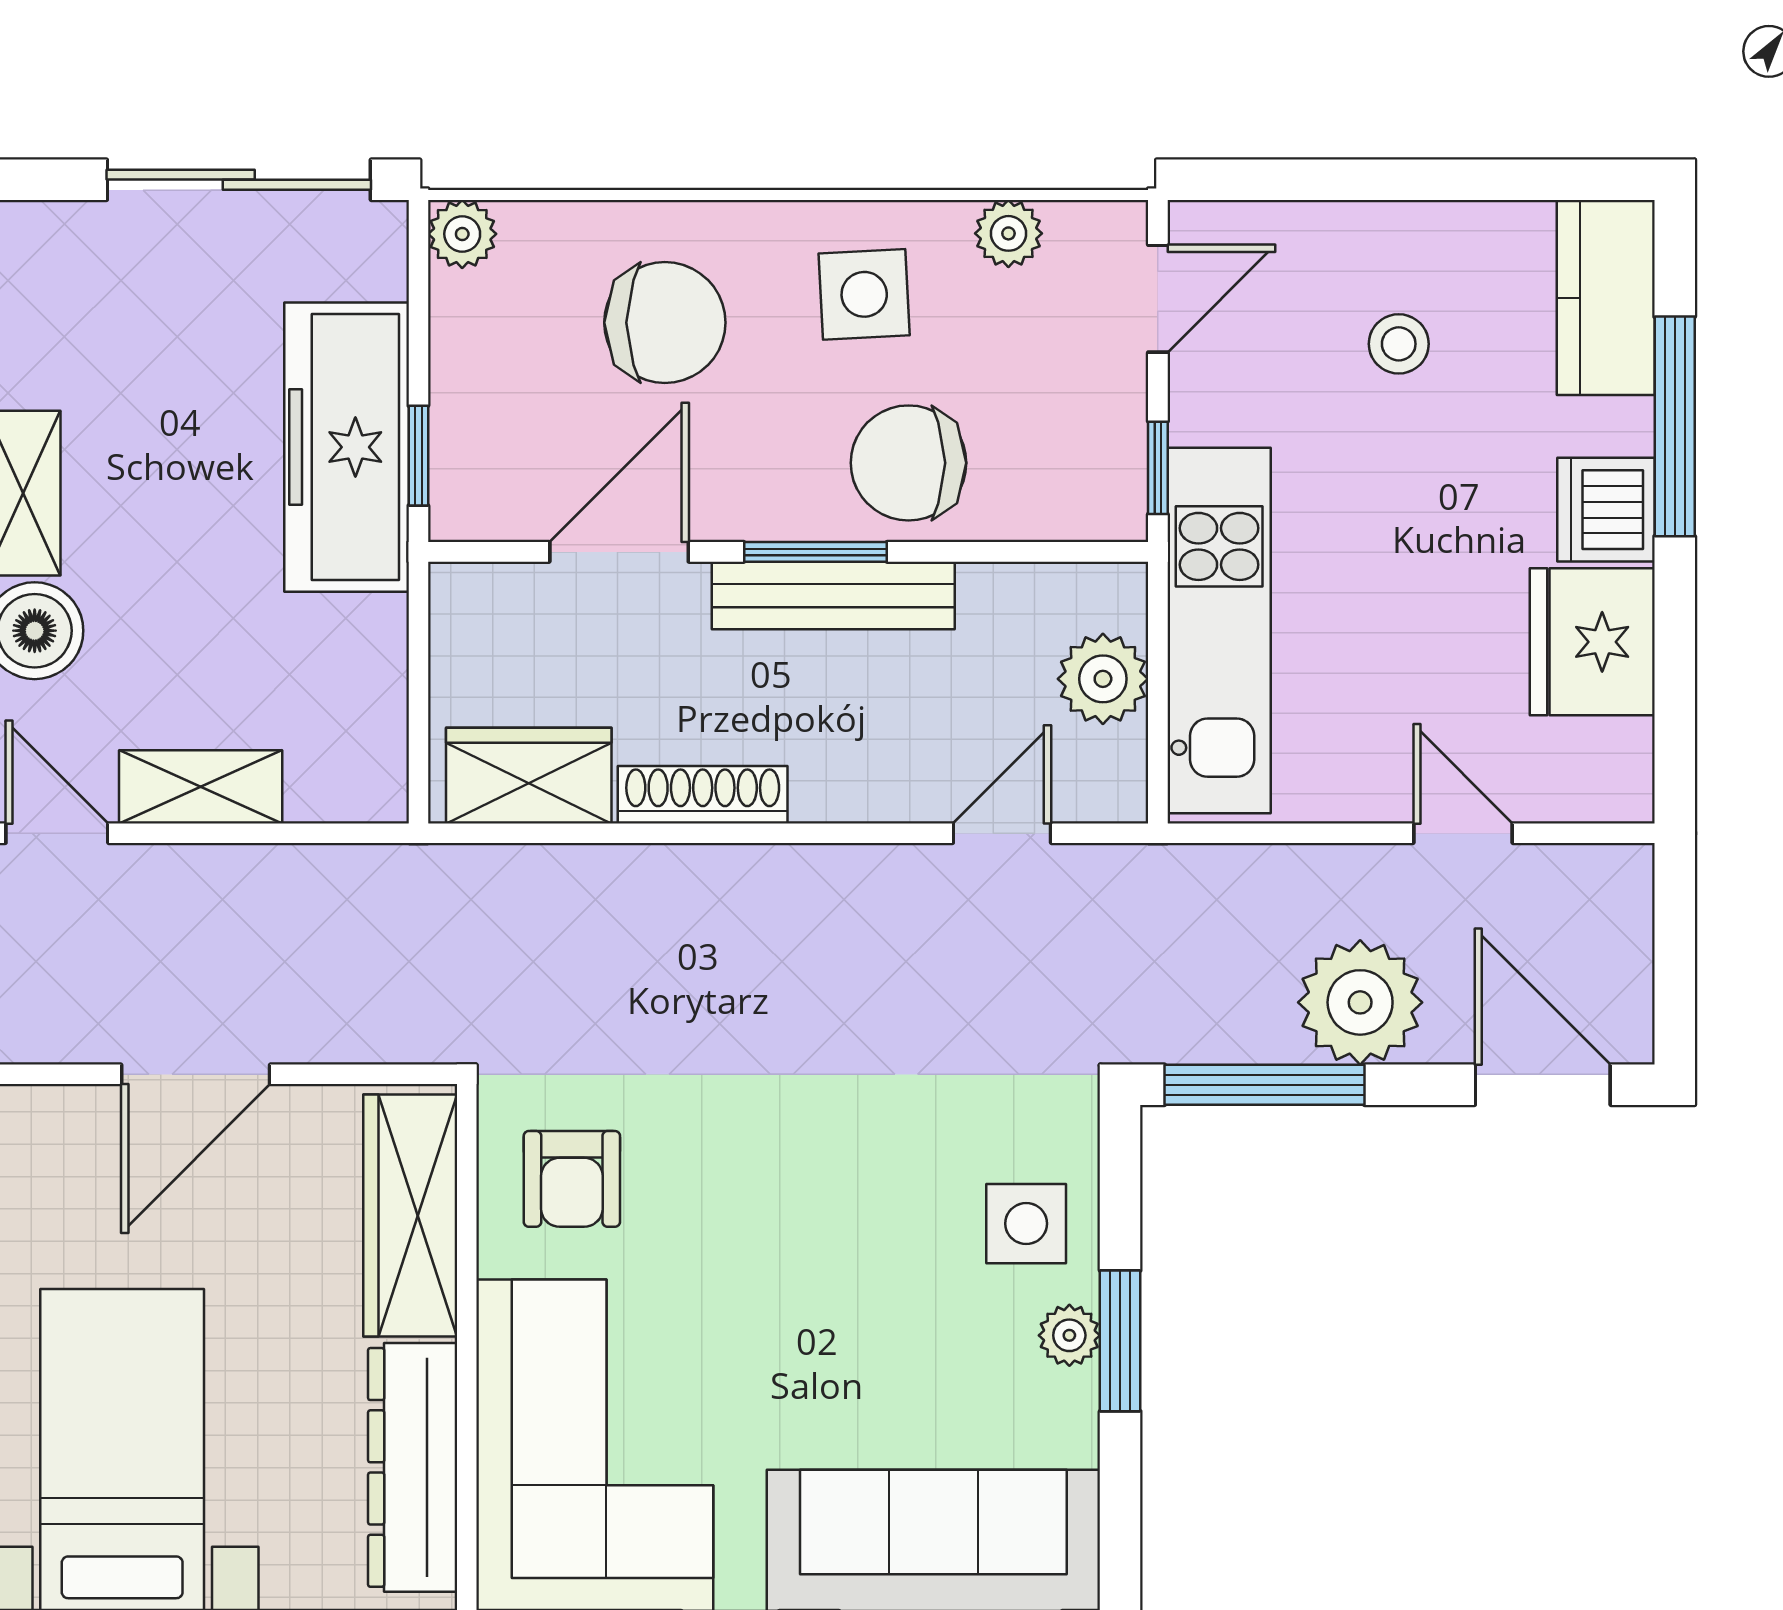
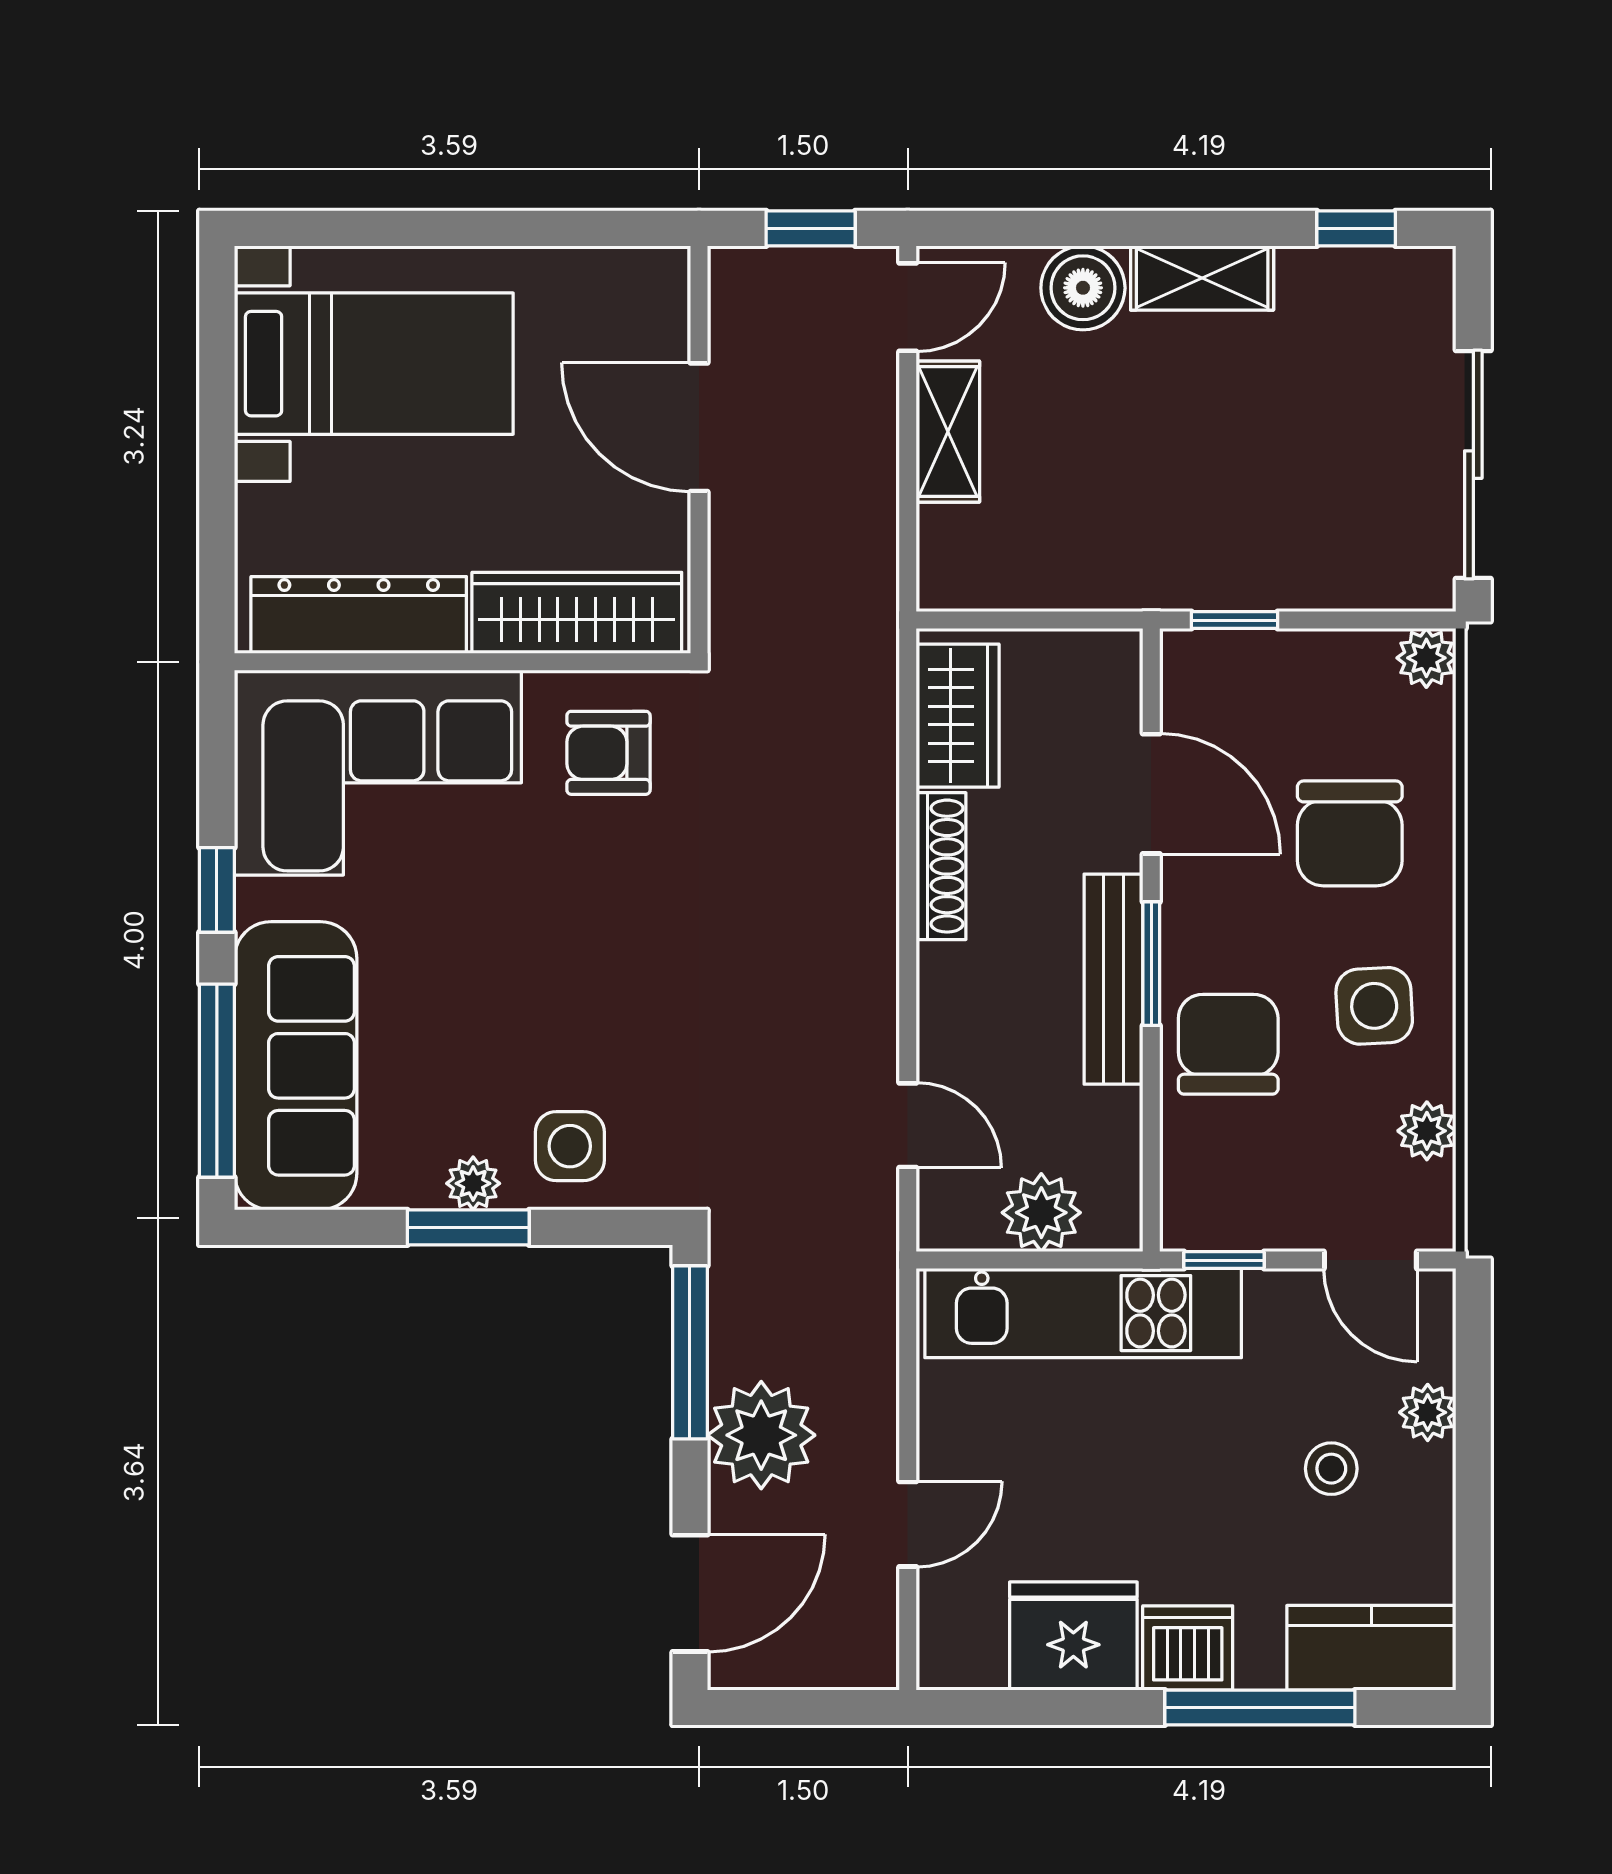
plant: (1334, 233) -> (1428, 1412), added
freezer: (347, 447) -> (1242, 558), removed

